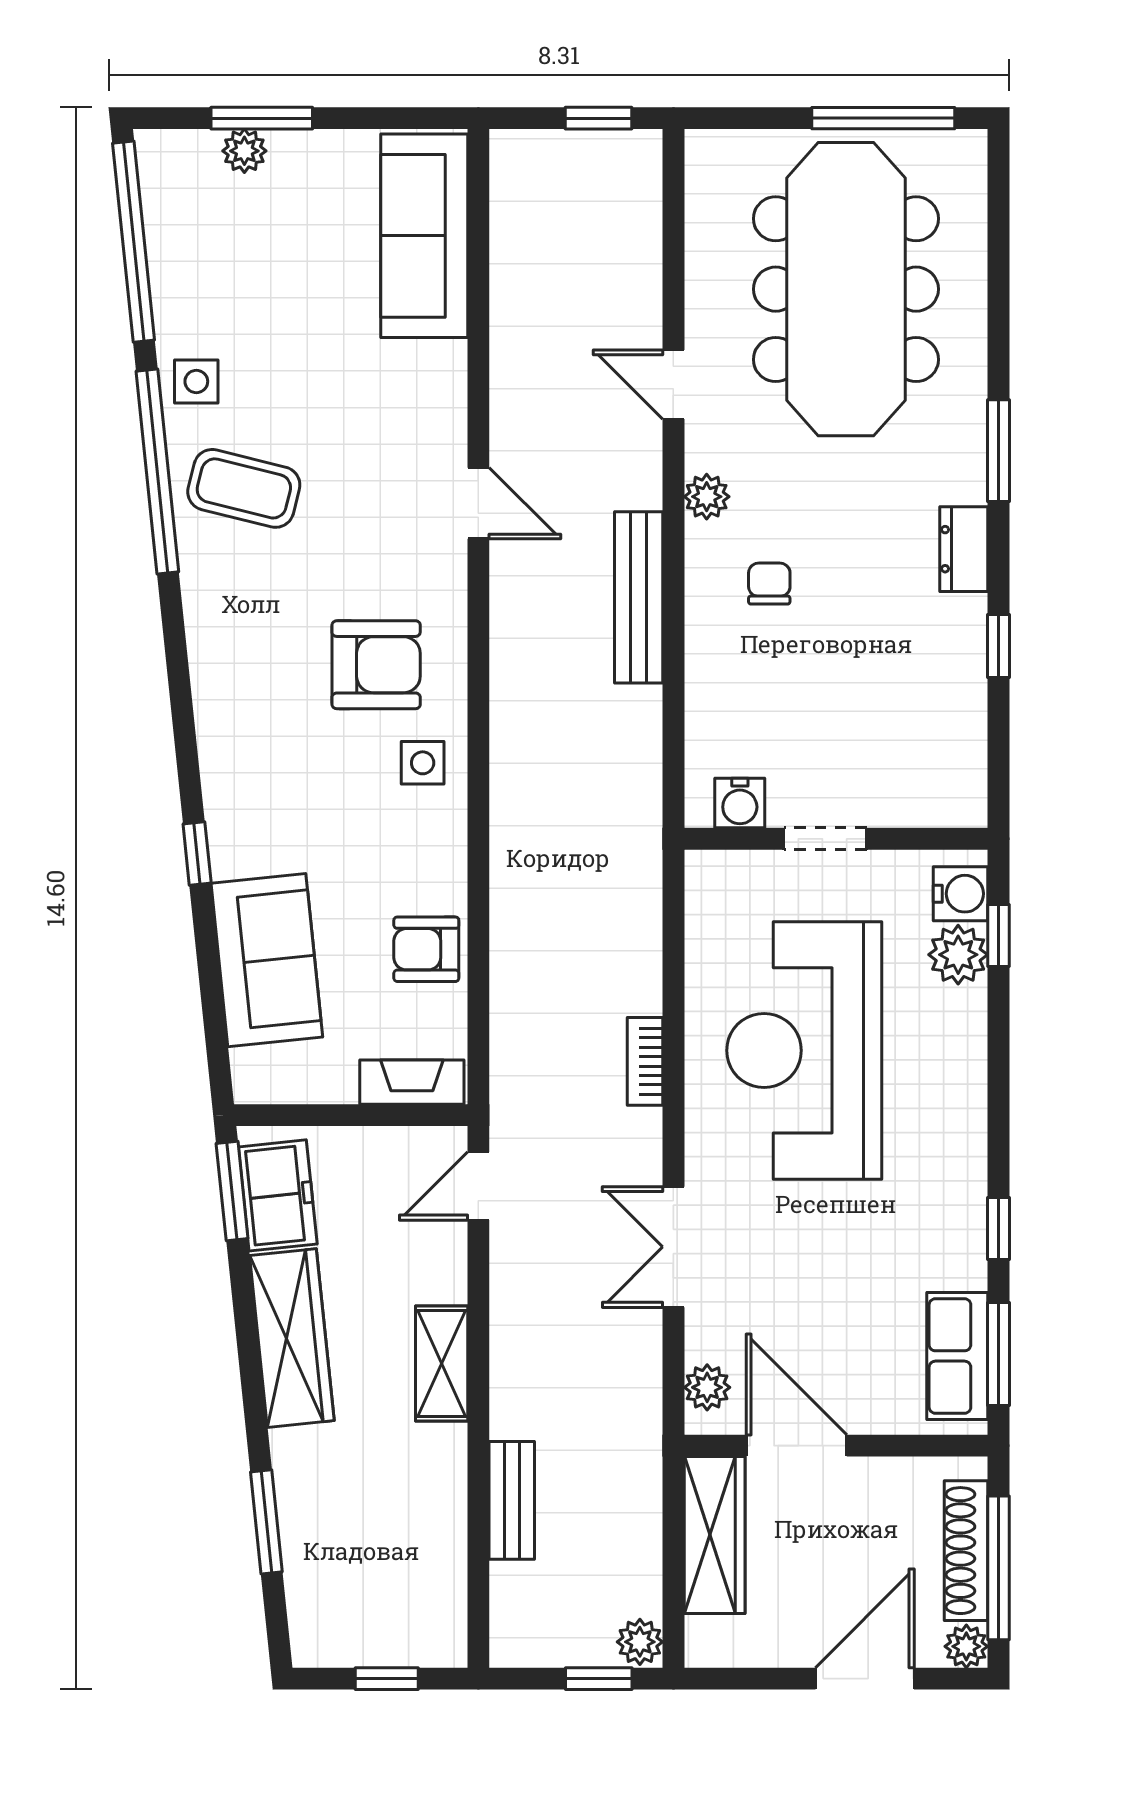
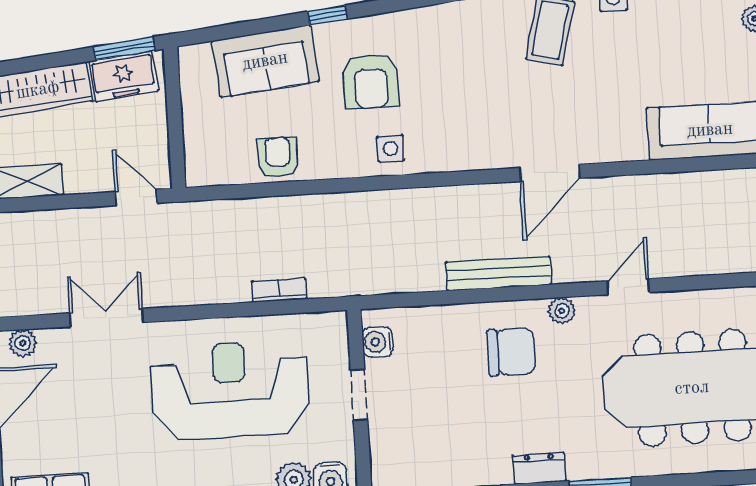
door: (478, 503) -> (550, 173), width x1.38
chair: (769, 584) -> (511, 352), width x1.87, depth x1.87
armchair: (376, 665) -> (371, 81), moved
bookcase: (645, 1061) -> (279, 290), moved
fireplace: (412, 1082) -> (197, 153), removed

